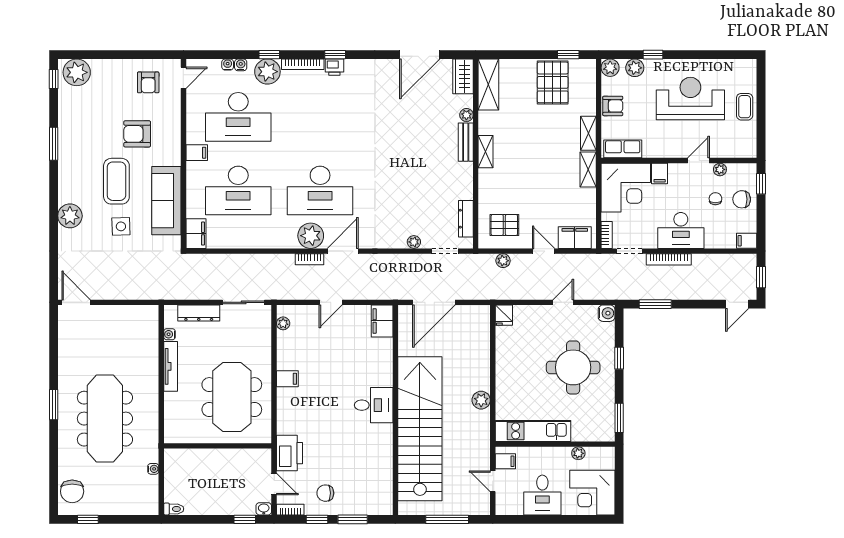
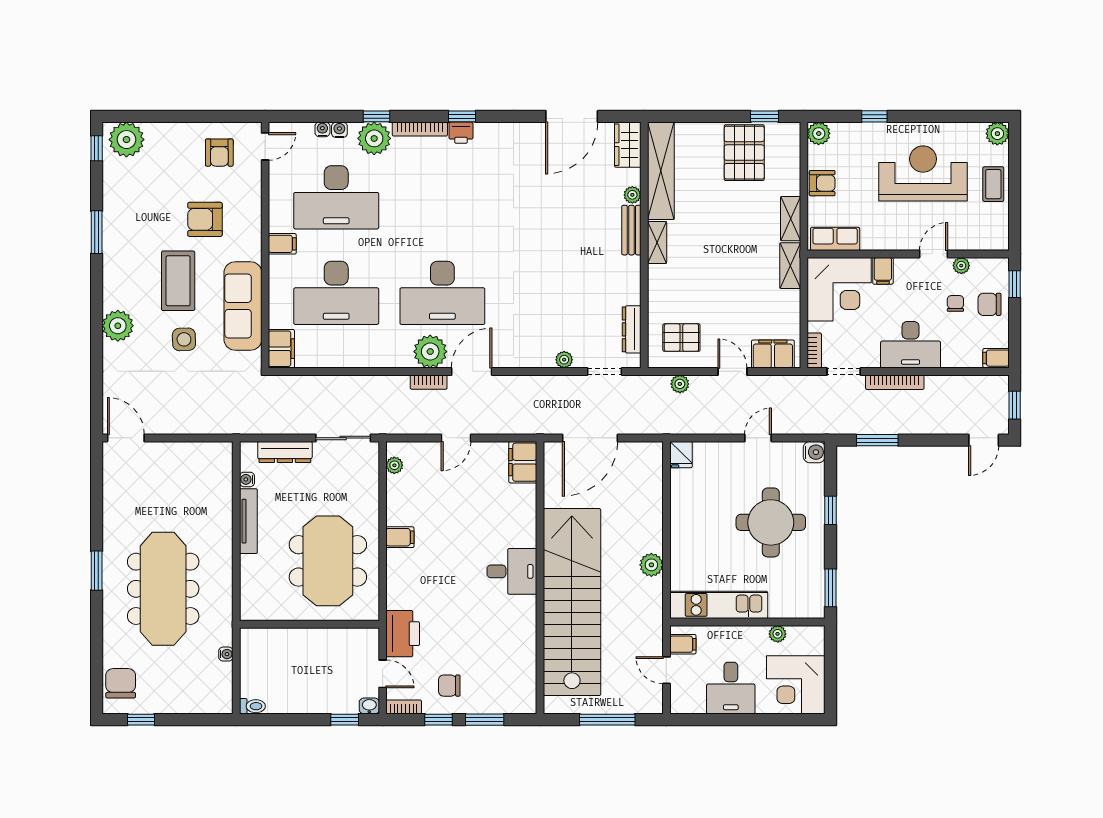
plant: (635, 68) -> (997, 134), moved
shelving: (488, 84) -> (661, 171), width x1.47
chair: (72, 491) -> (121, 683), turned 180

